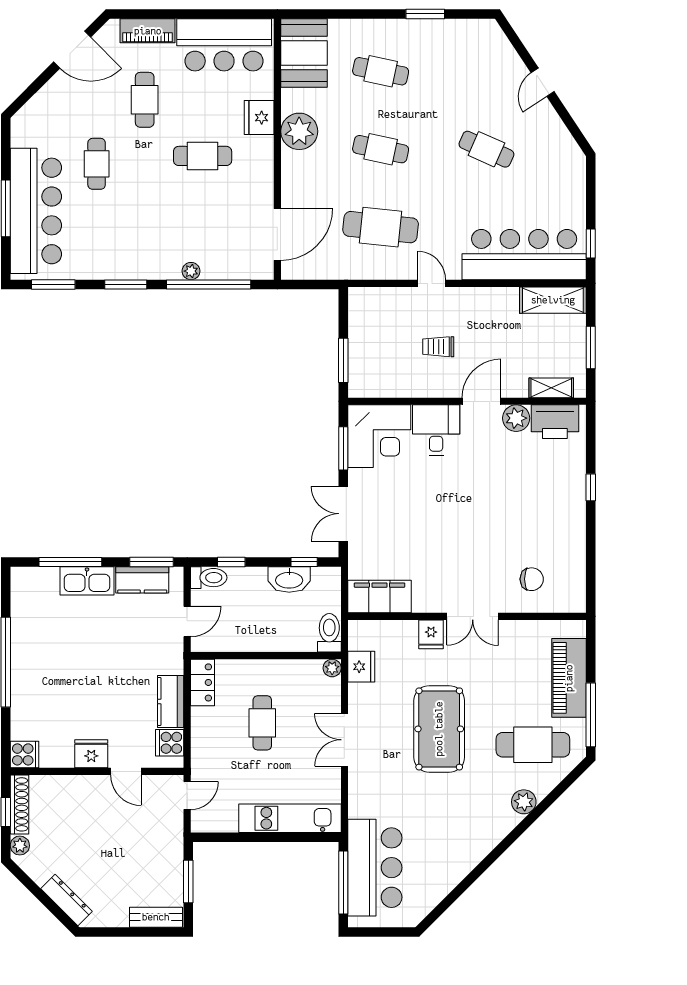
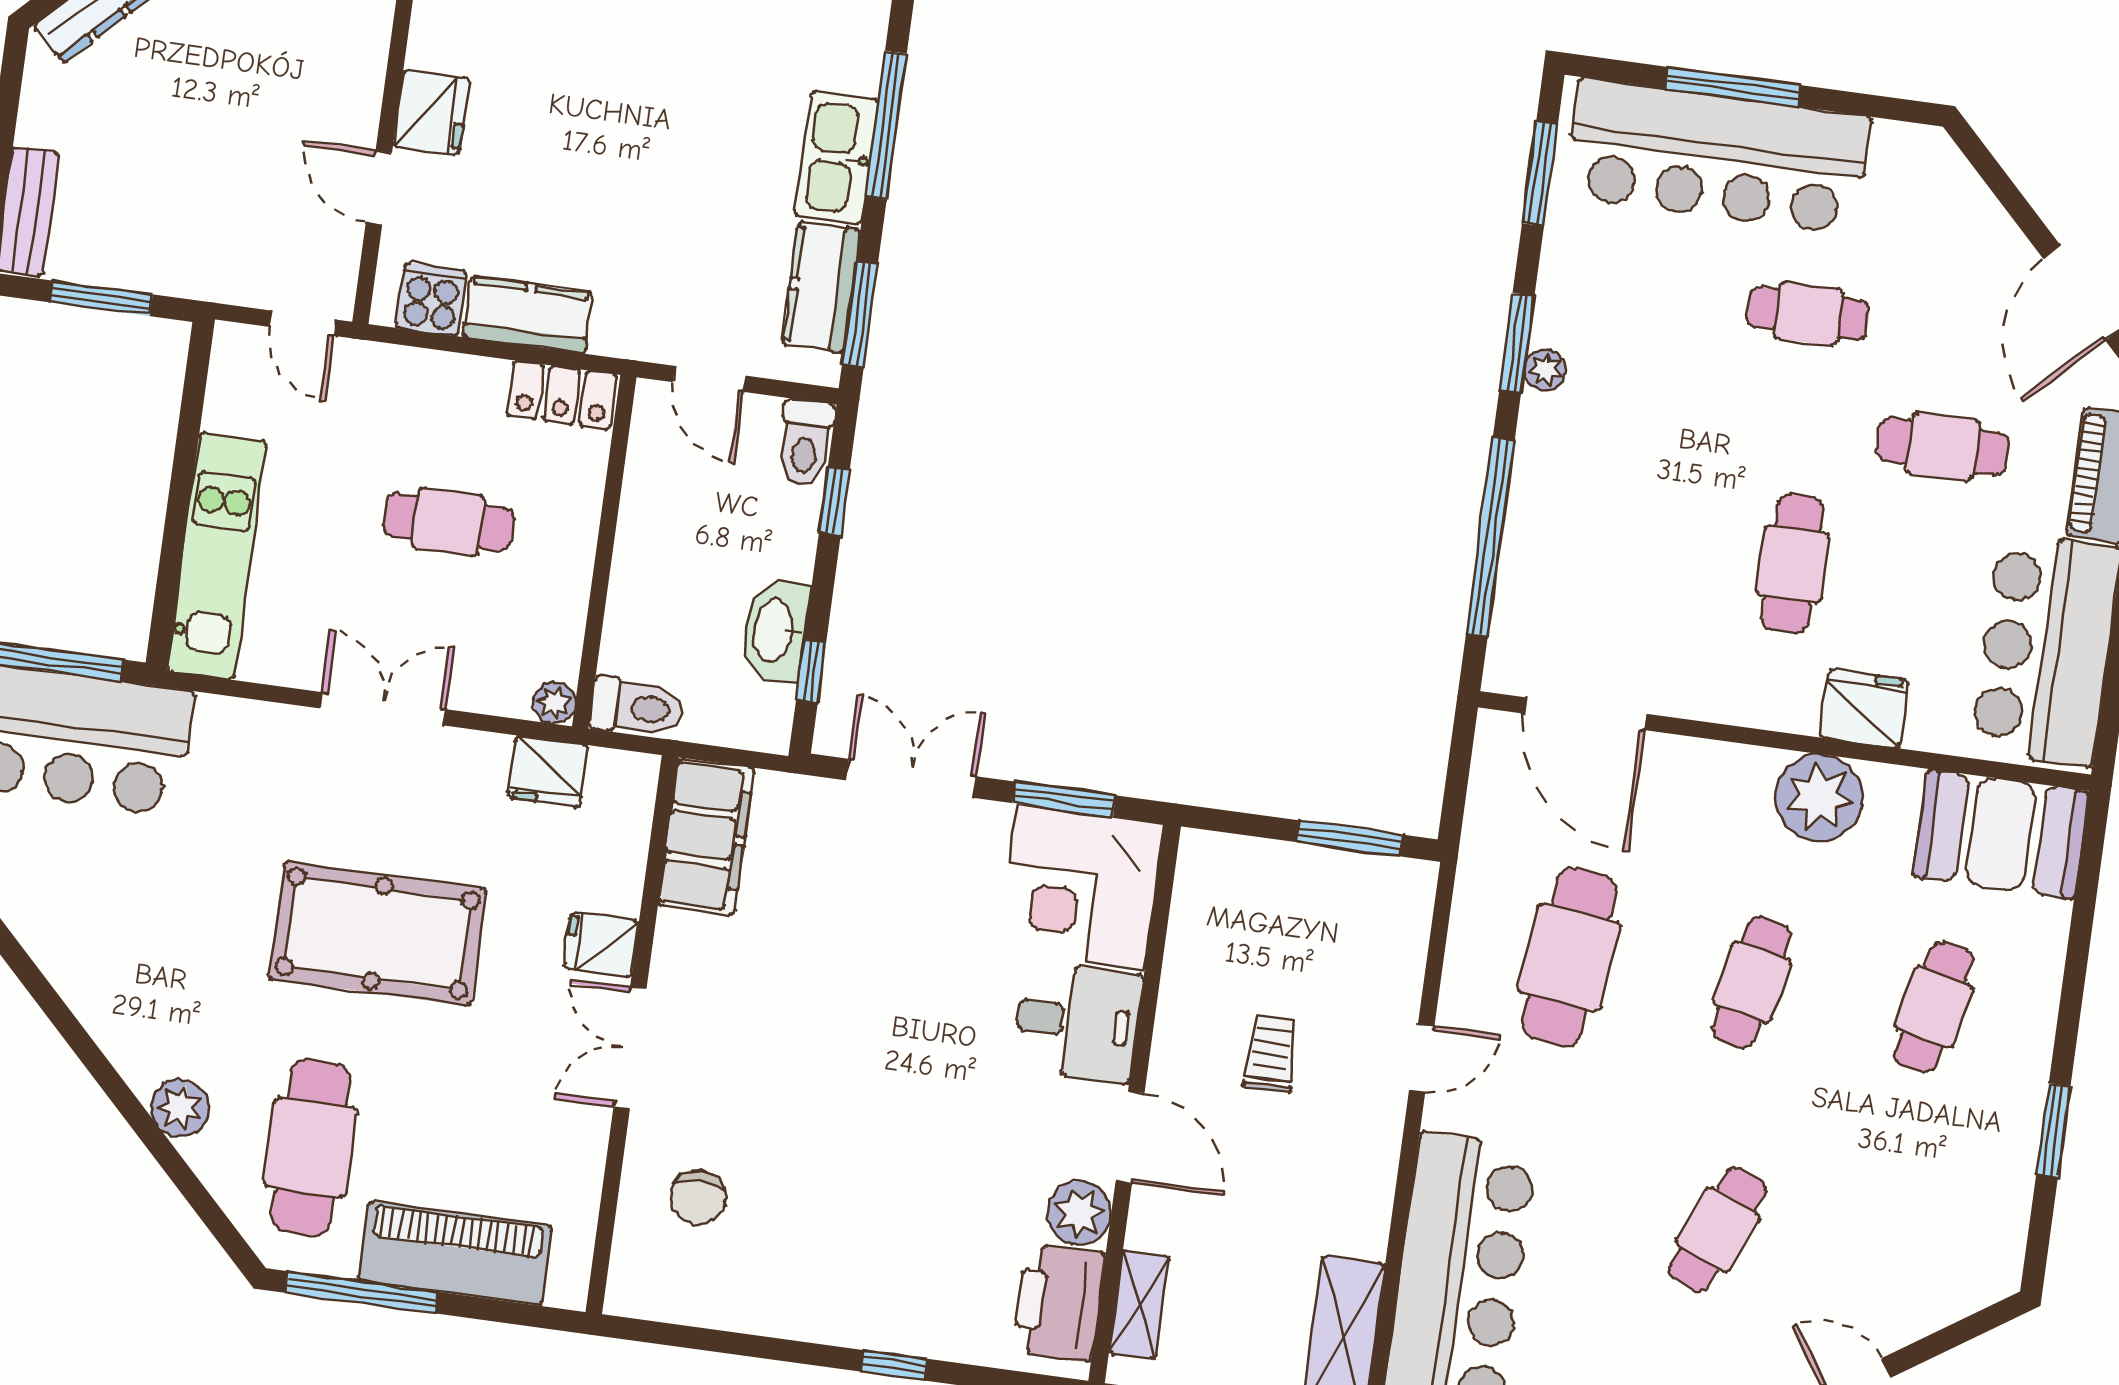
plant: (191, 271) -> (1545, 370), moved
window: (343, 360) -> (1350, 838), moved
door: (126, 771) -> (379, 188), hinge flipped

